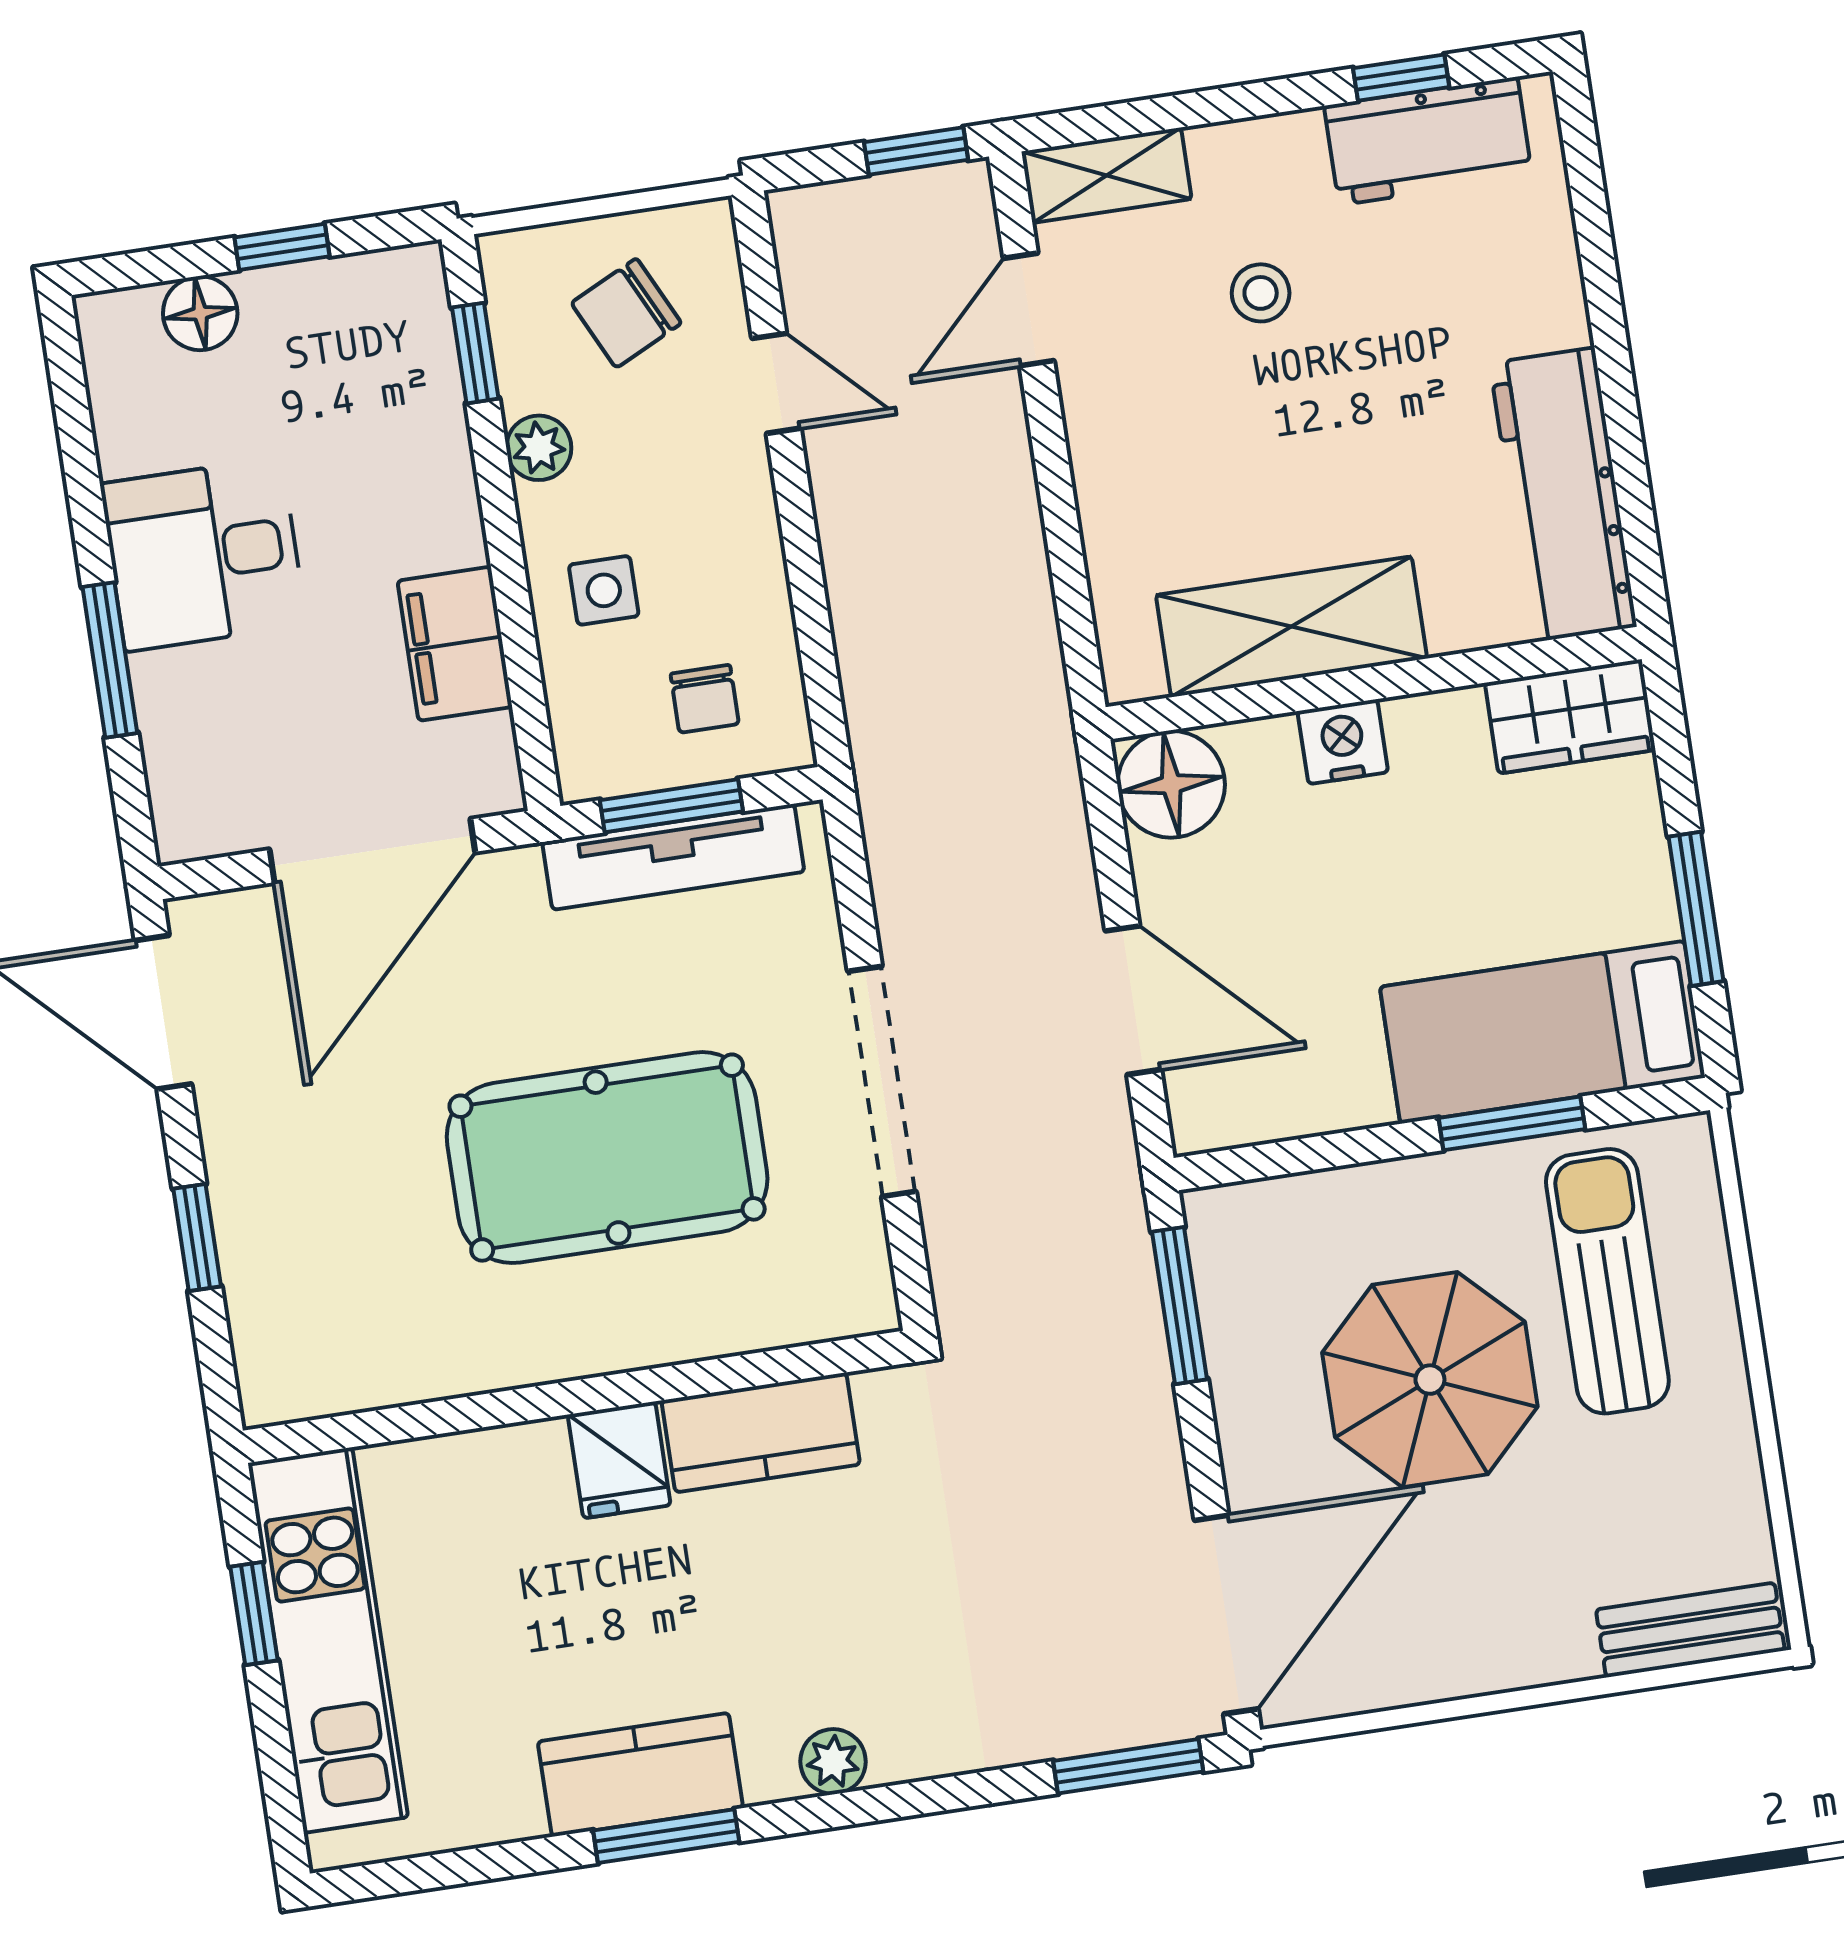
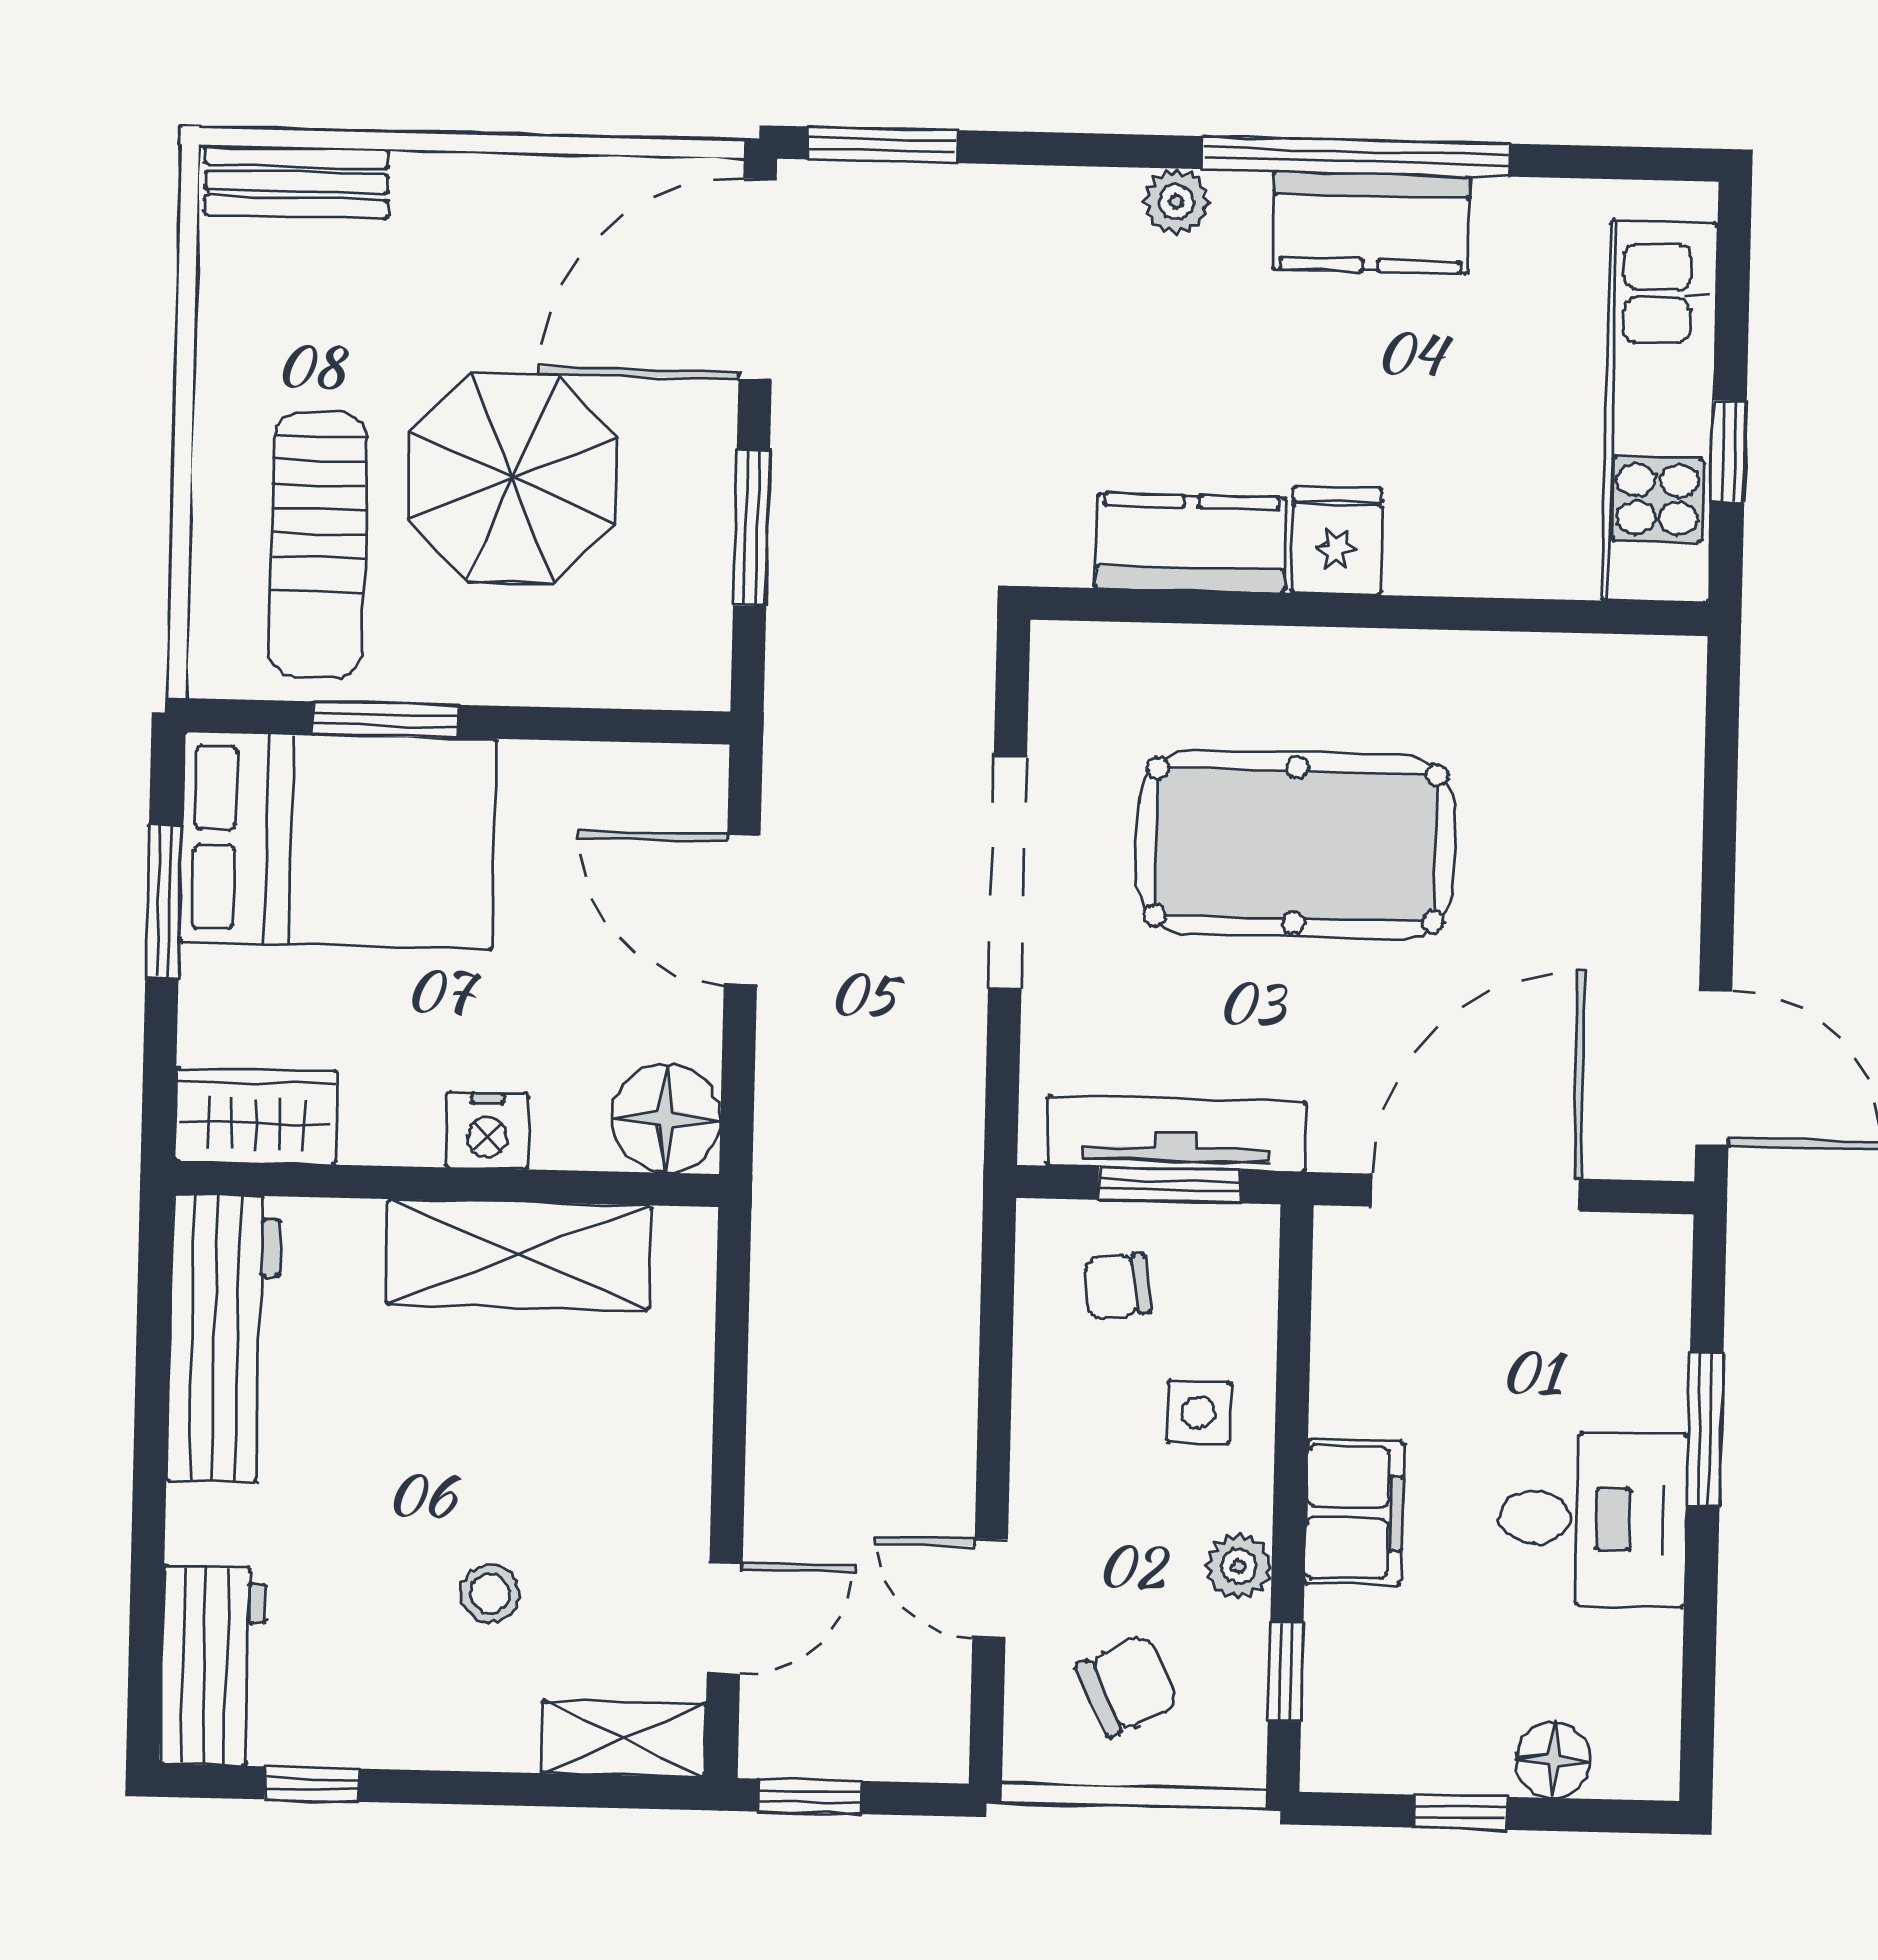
workbench: (1428, 141) -> (213, 1666), moved, turned 90
filing cabinet: (455, 644) -> (1354, 1513), moved
chair: (705, 699) -> (1117, 1286), turned -98
bed: (1542, 1032) -> (338, 840), width x1.50
window: (197, 1237) -> (1719, 837), removed
window: (1179, 1306) -> (751, 528), moved
window: (666, 1836) -> (1356, 156), width x2.11

